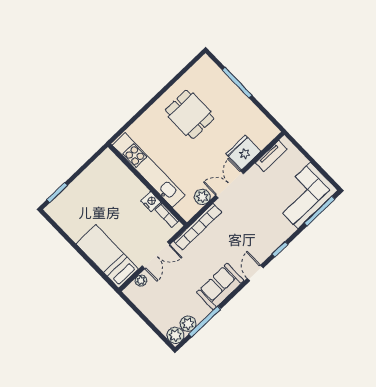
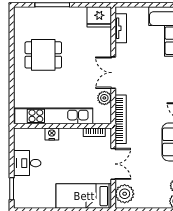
fridge: (243, 152) -> (99, 17), moved, turned -90
desk: (90, 185) -> (27, 163), added
nightstand: (151, 202) -> (52, 134), moved
plant: (141, 281) -> (125, 194), width x1.88, depth x1.88

